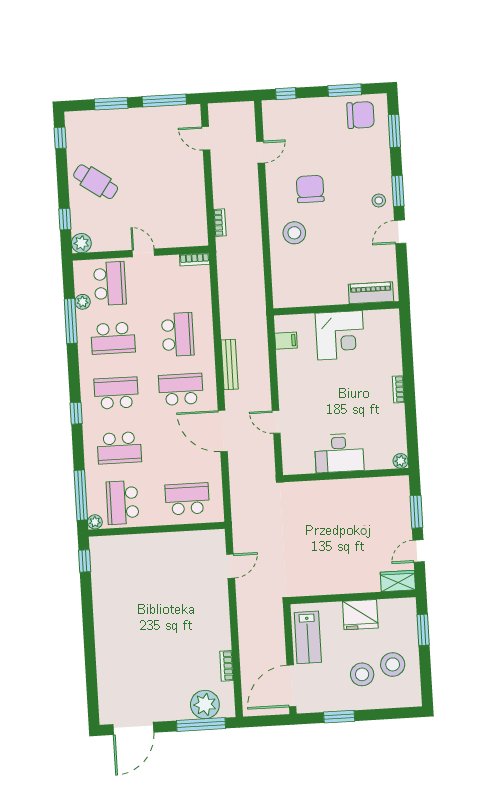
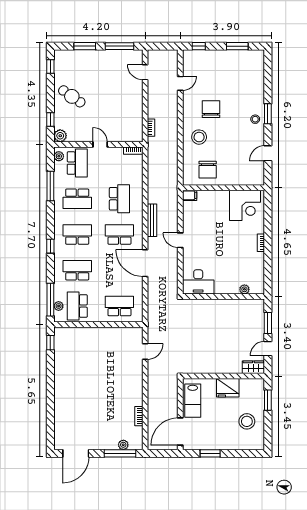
chair: (361, 115) -> (208, 170), moved, turned 90
window: (394, 131) -> (268, 75), removed
door: (400, 232) -> (268, 153), moved
piano: (371, 293) -> (247, 179), removed
plant: (83, 302) -> (59, 156), moved
corner desk: (340, 335) -> (245, 205), moved
filing cabinet: (286, 341) -> (190, 195), moved
door: (276, 422) -> (180, 240), moved
school desk: (119, 448) -> (77, 270), turned 180
desk: (339, 453) -> (198, 282), moved
plant: (401, 461) -> (244, 289), moved
plant: (95, 522) -> (59, 306), moved
stool: (362, 674) -> (227, 427), removed
plant: (205, 705) -> (123, 445), width x0.53, depth x0.53

